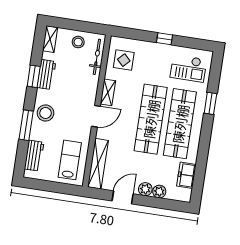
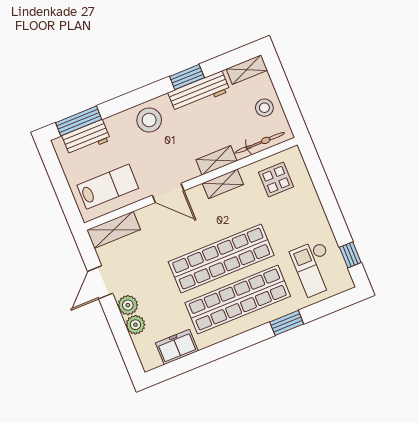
window: (165, 39) -> (350, 255), moved
workbench: (46, 74) -> (199, 92), width x1.38
shelving: (92, 88) -> (216, 160), added
door: (96, 116) -> (168, 193), moved
window: (26, 125) -> (79, 121), moved
shelving: (98, 164) -> (114, 230), width x0.68
door: (123, 197) -> (100, 282), swing flipped

